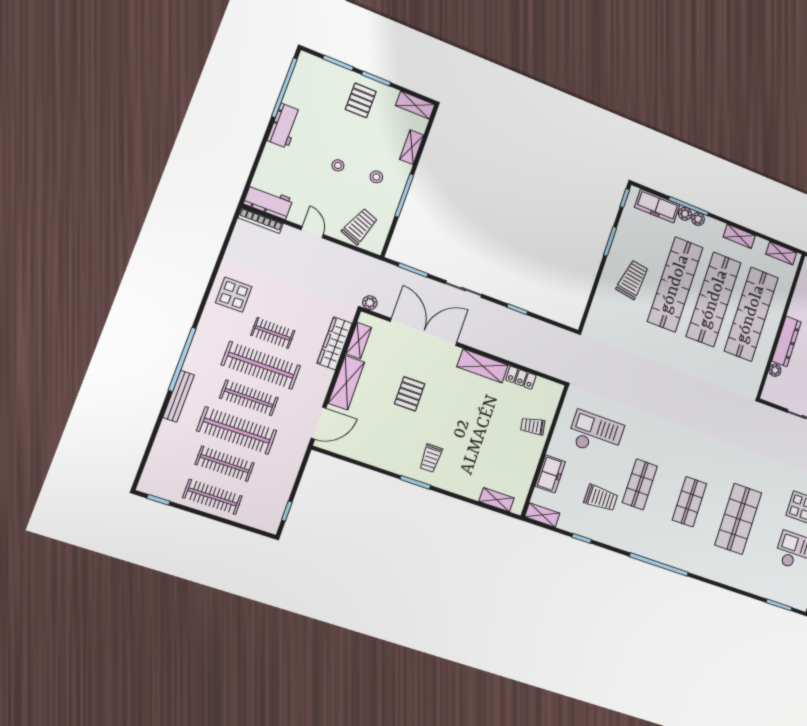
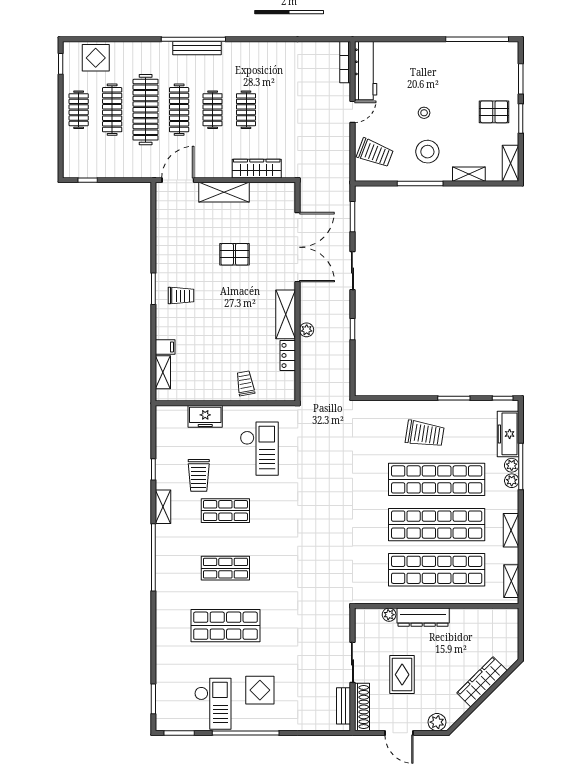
workbench: (284, 126) -> (442, 52), removed
stool: (376, 177) -> (427, 152), width x1.89, depth x1.89
workbench: (268, 201) -> (366, 71), width x1.38
display table: (234, 295) -> (96, 58), moved
plant: (370, 303) -> (307, 330), moved
shelving: (359, 341) -> (267, 190), removed
clothes rail: (261, 365) -> (213, 110), width x0.54, depth x0.76
bench: (179, 396) -> (197, 48), moved
door: (319, 423) -> (178, 180), swing flipped
trolley: (431, 458) -> (181, 296), turned 180
filing cabinet: (474, 490) -> (165, 347), added
clothes rail: (212, 497) -> (79, 110), width x0.73
shelving: (542, 515) -> (163, 507), moved

